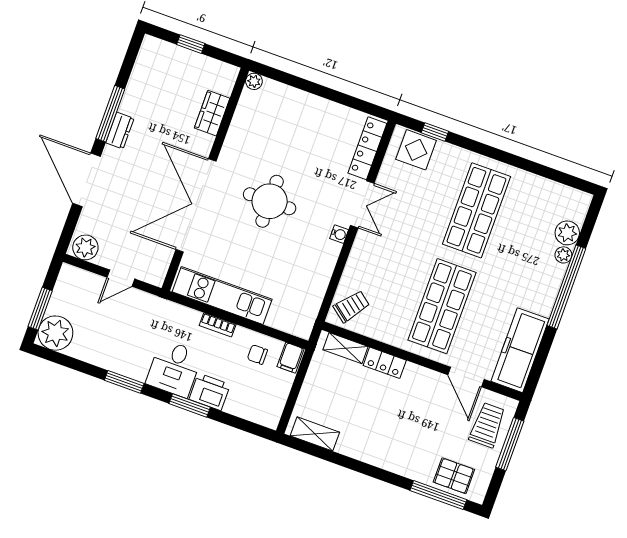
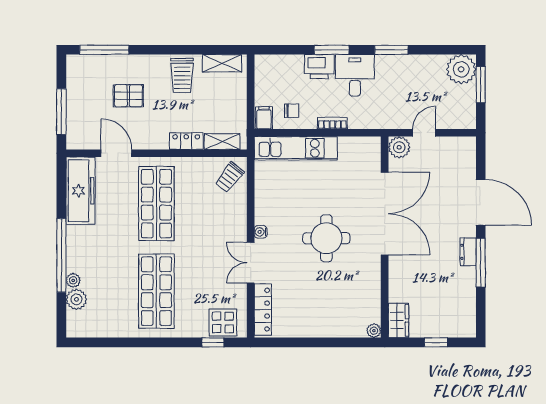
wardrobe: (212, 113) -> (398, 320), moved
plant: (85, 247) -> (399, 147), moved
kitchen unit: (222, 296) -> (296, 148), moved
trolley: (487, 425) -> (182, 75), moved
pallet: (454, 476) -> (128, 96), moved

